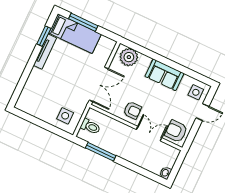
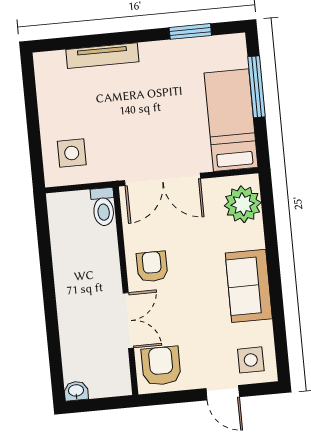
bed: (75, 34) -> (231, 120), moved, turned 180
tv unit: (45, 52) -> (102, 56), moved
armchair: (132, 110) -> (152, 266), turned 180
toilet: (90, 126) -> (103, 207), moved
window: (101, 152) -> (45, 254), removed

